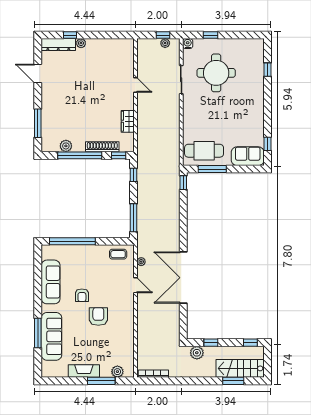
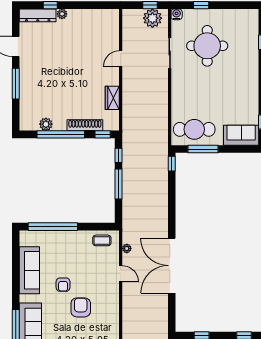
plant: (165, 43) -> (152, 18), width x1.88, depth x1.88
door: (136, 85) -> (121, 59), swing flipped
window: (38, 123) -> (16, 84), moved
window: (134, 218) -> (118, 184), moved

